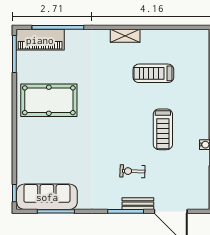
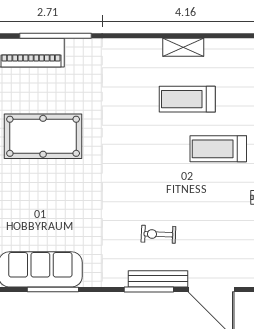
shelving: (125, 36) -> (183, 47), moved
treadmill: (163, 129) -> (218, 149), moved, turned 90
bench: (138, 204) -> (158, 279), width x1.36

